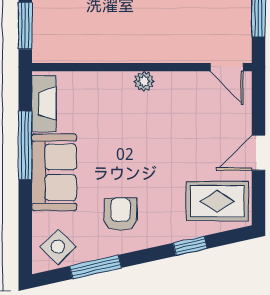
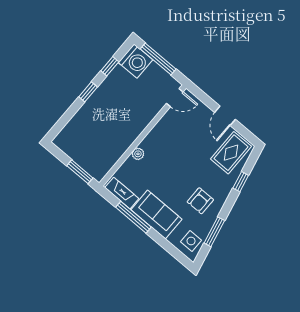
plant: (144, 81) -> (138, 154), moved
armchair: (121, 214) -> (200, 201), turned -90
side table: (58, 247) -> (191, 241), turned 45

